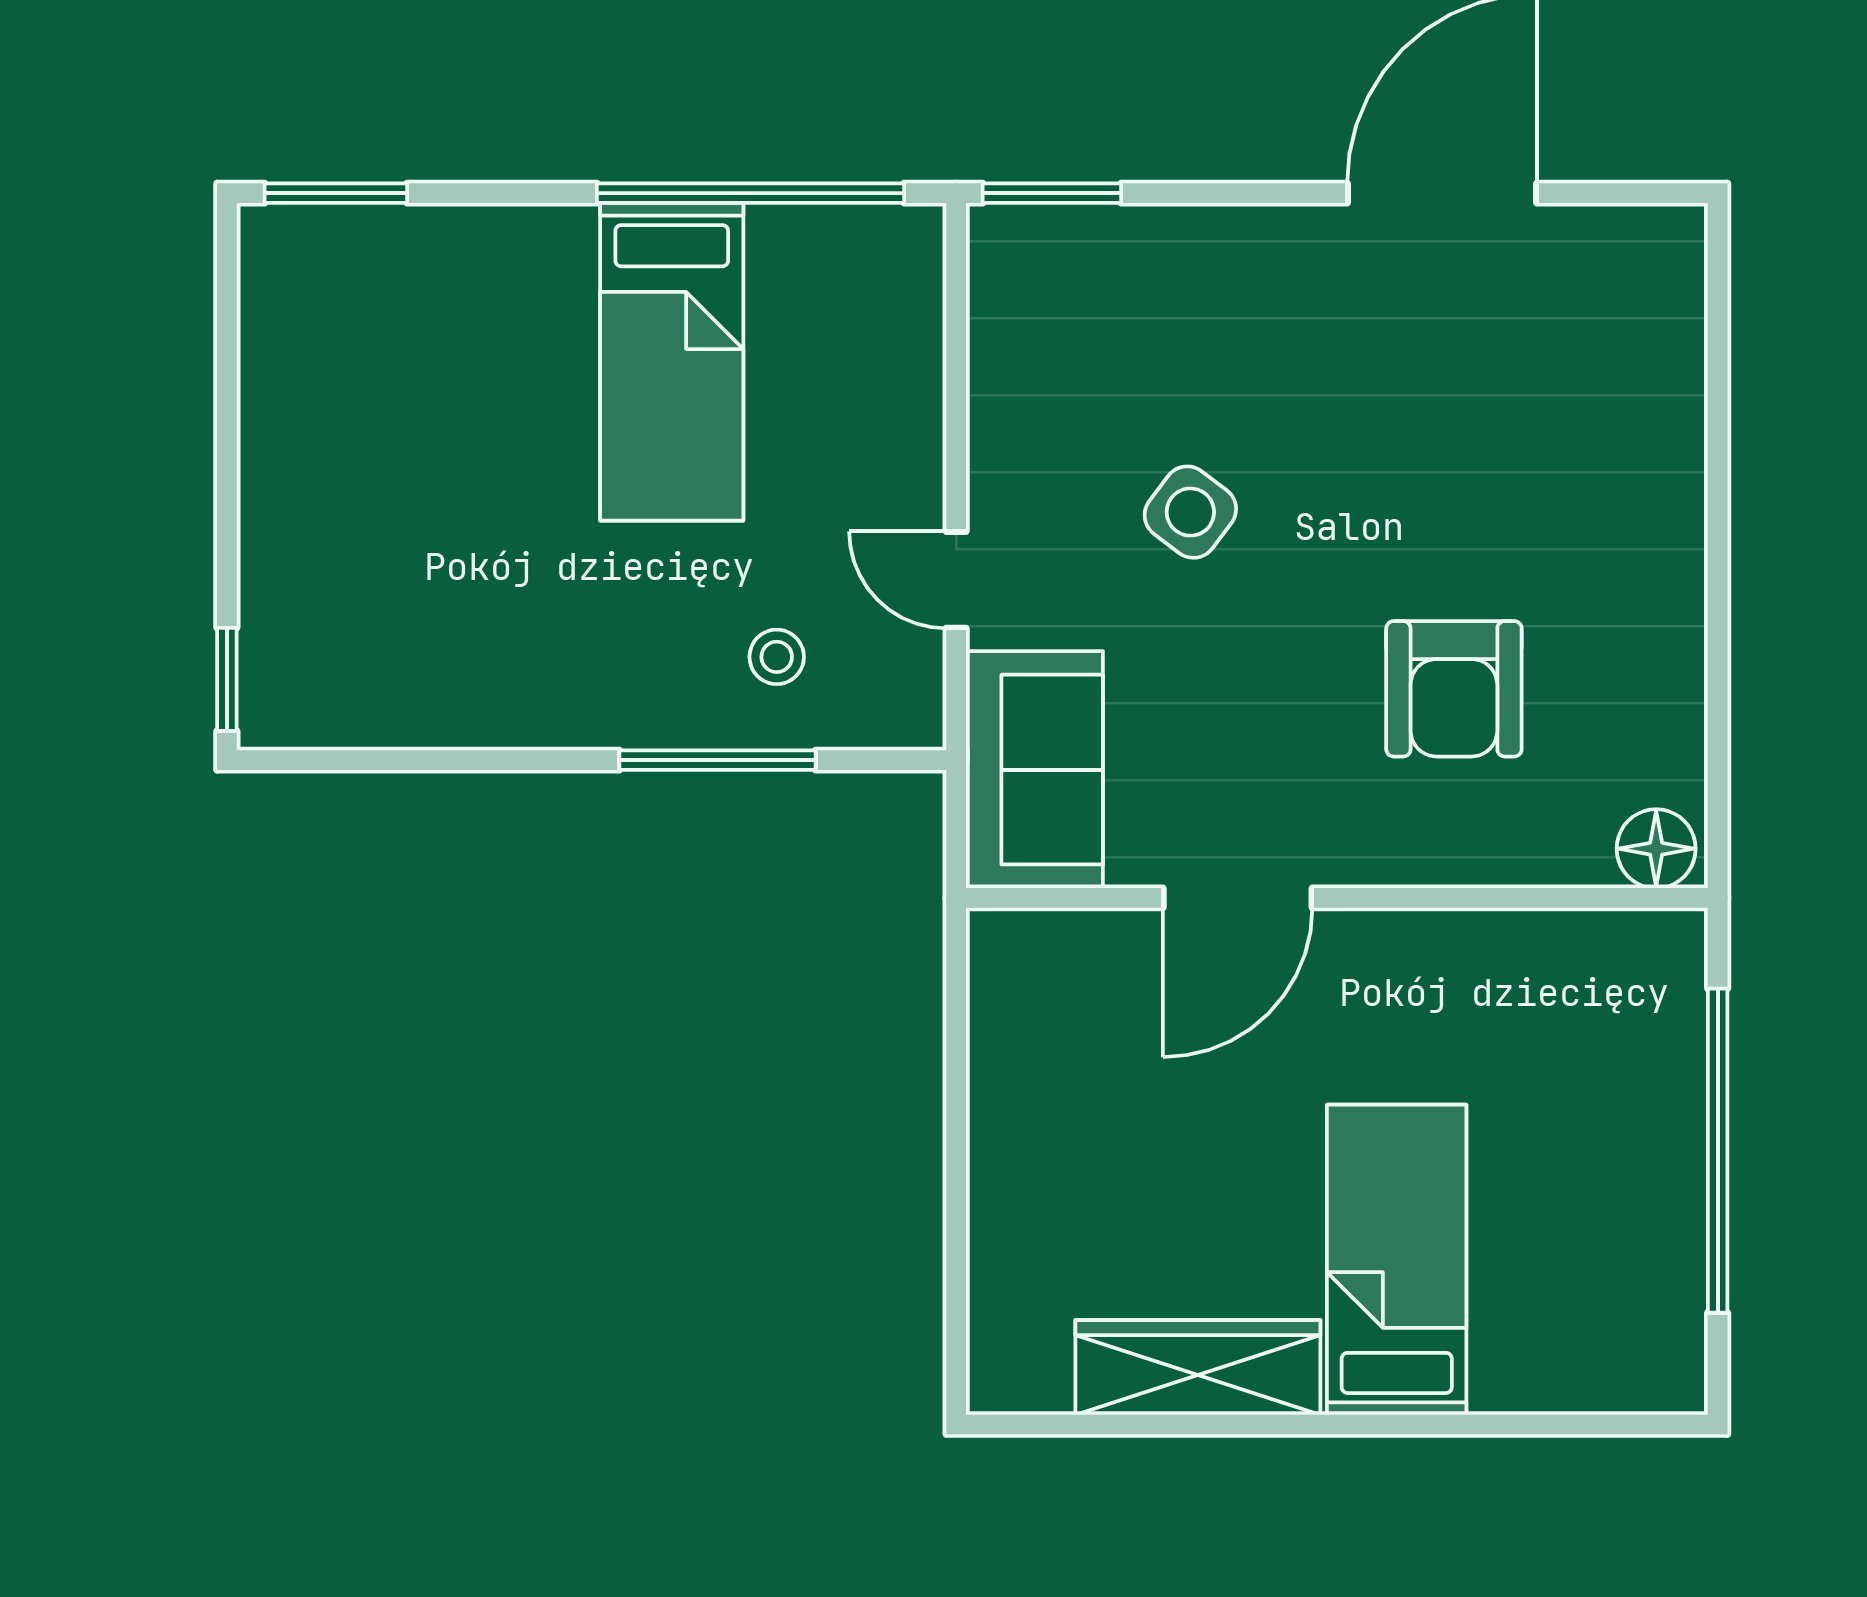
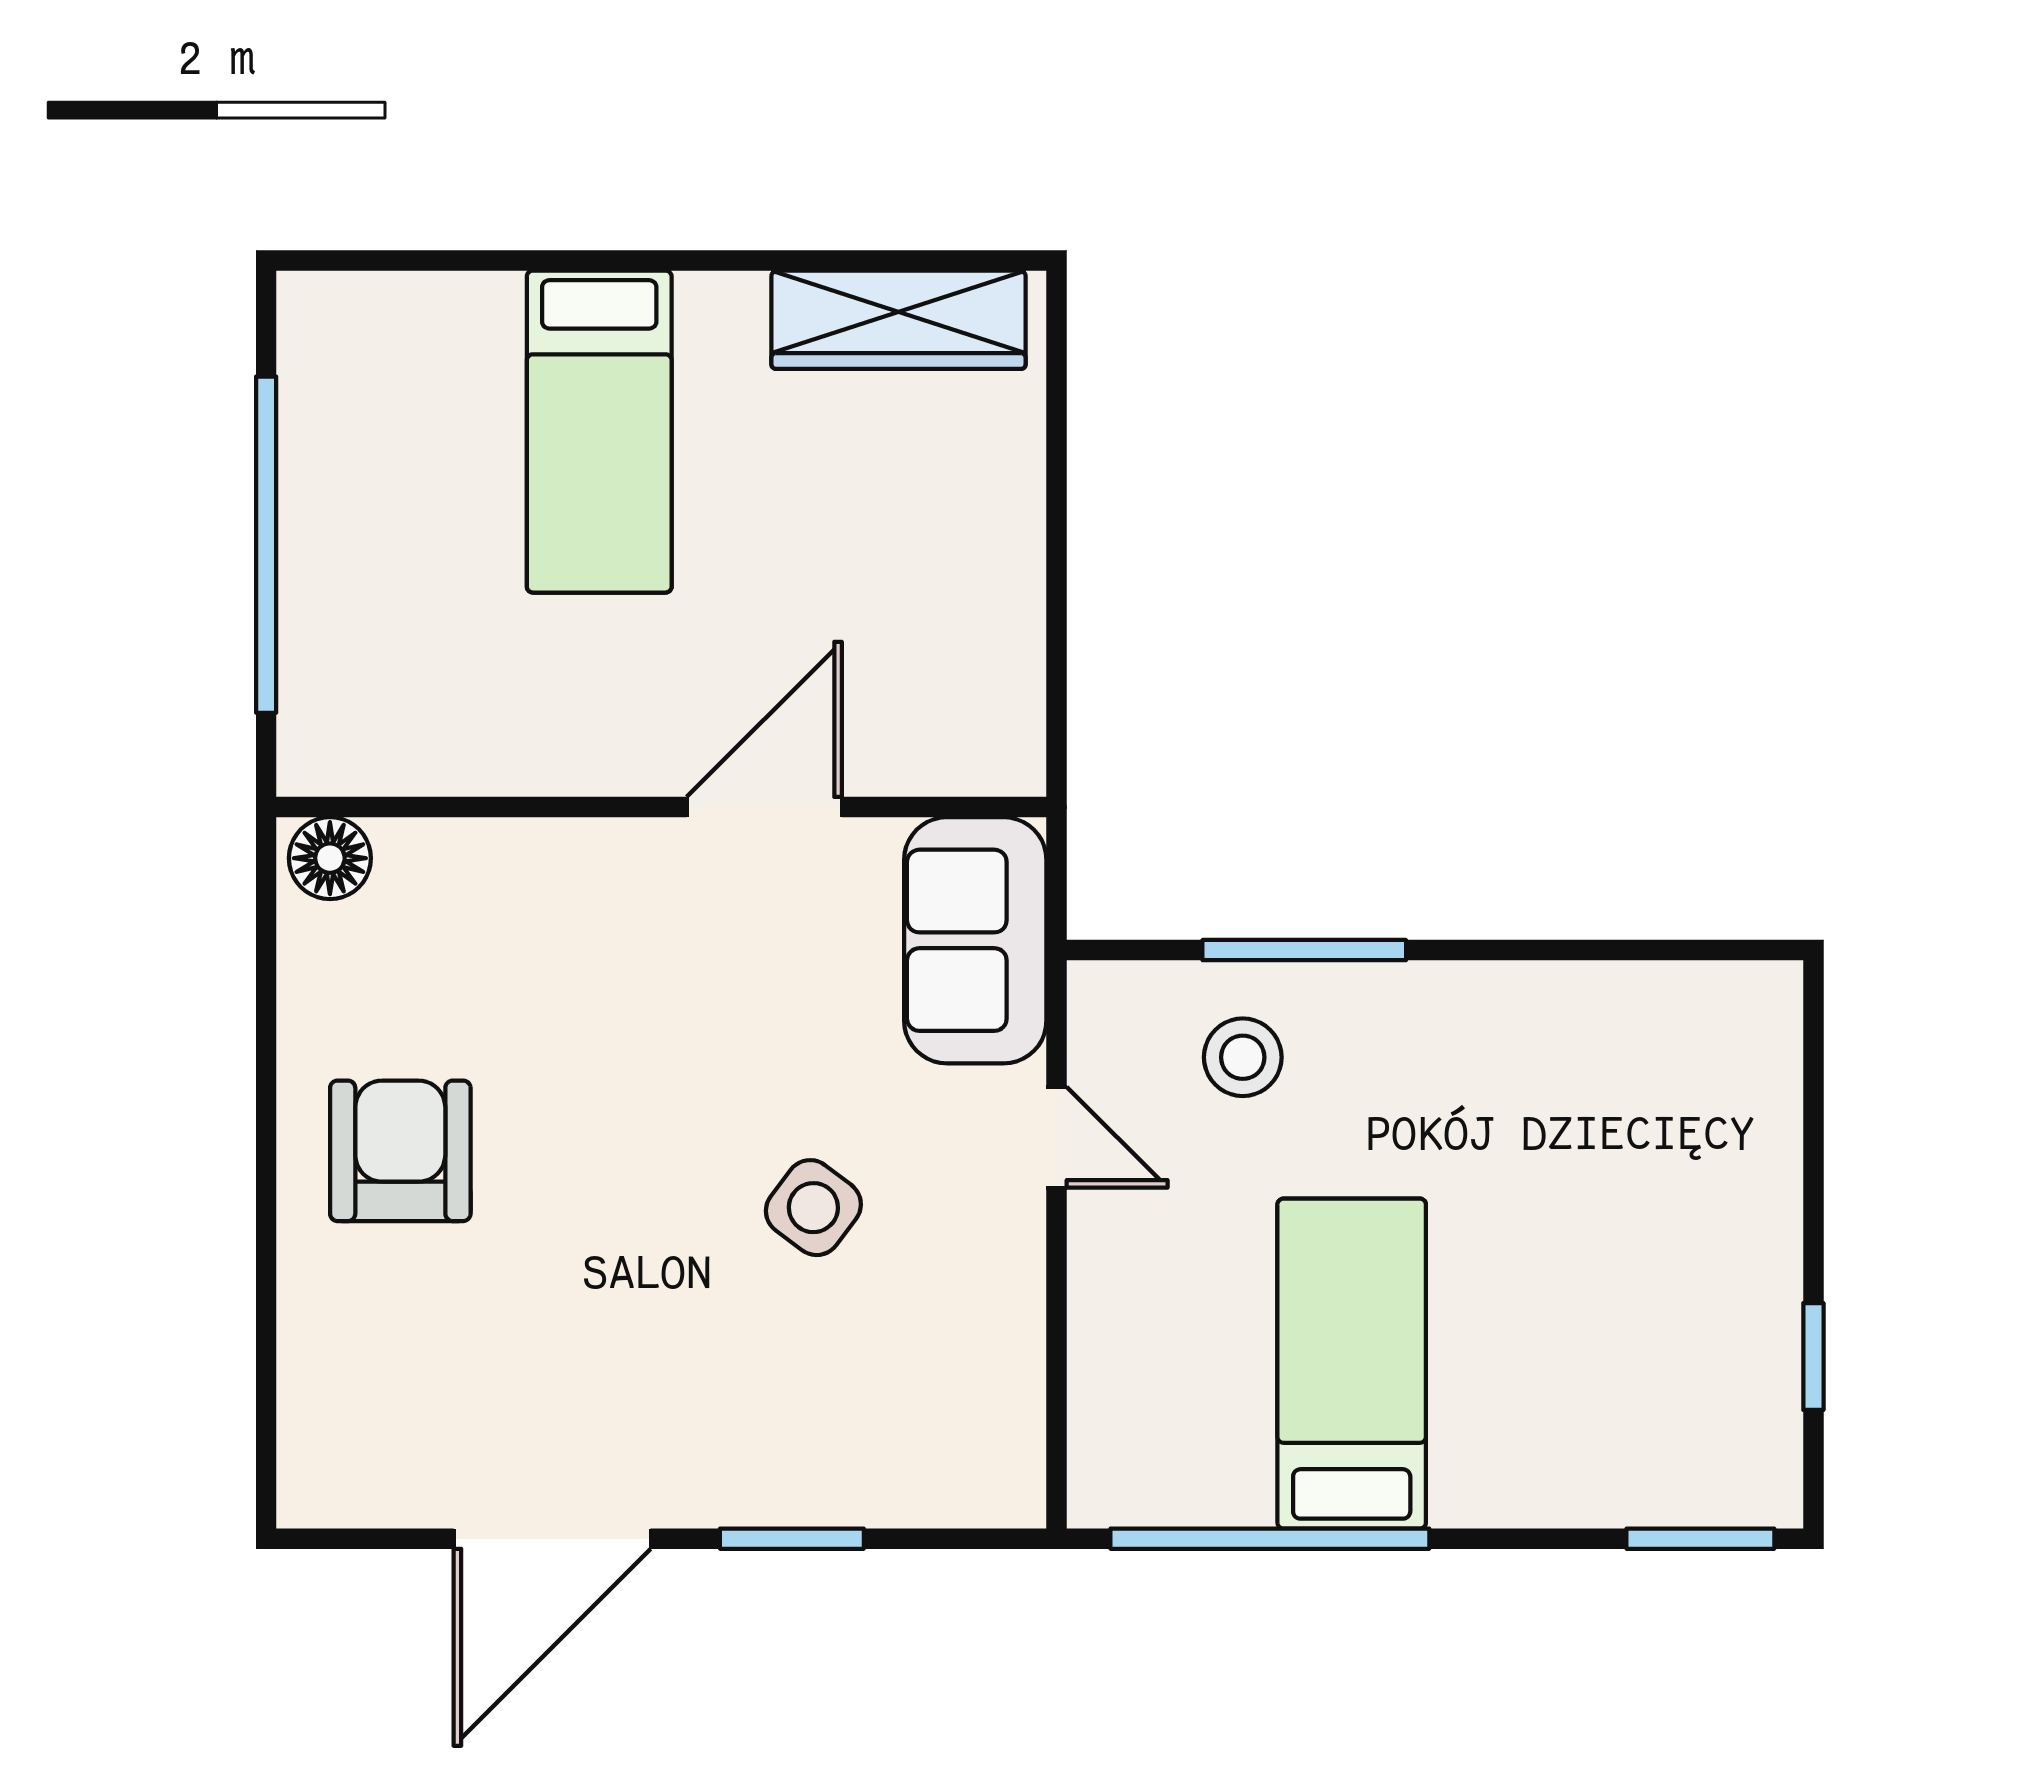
window: (1052, 193) -> (792, 1539), moved
stool: (777, 657) -> (1243, 1057), width x1.37, depth x1.37
window: (227, 679) -> (1813, 1356), moved
armchair: (1454, 689) -> (400, 1151), moved
wardrobe: (1198, 1367) -> (899, 320), moved

